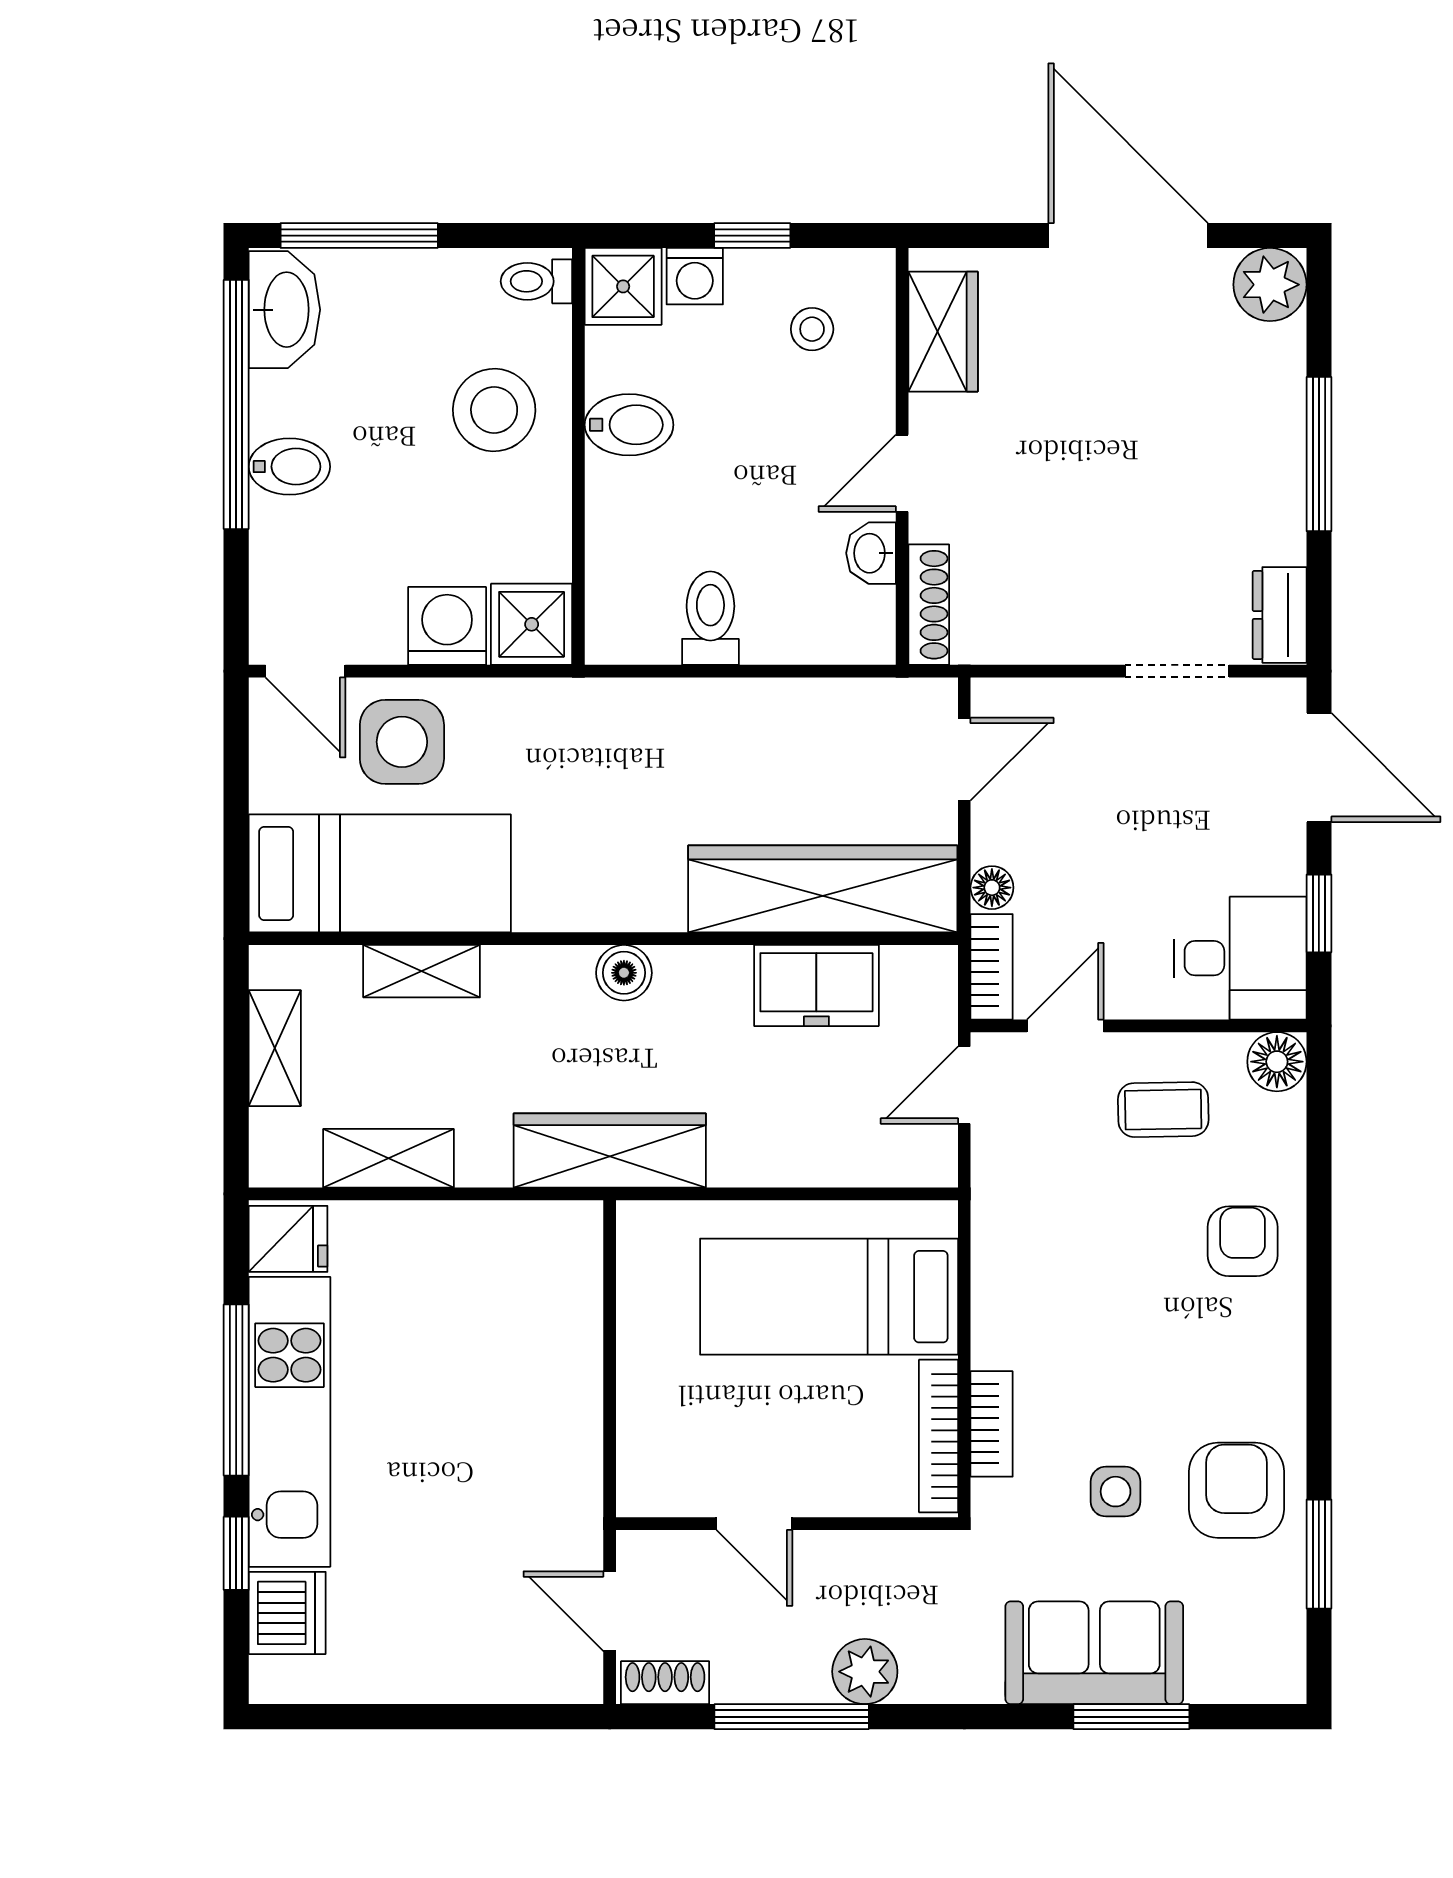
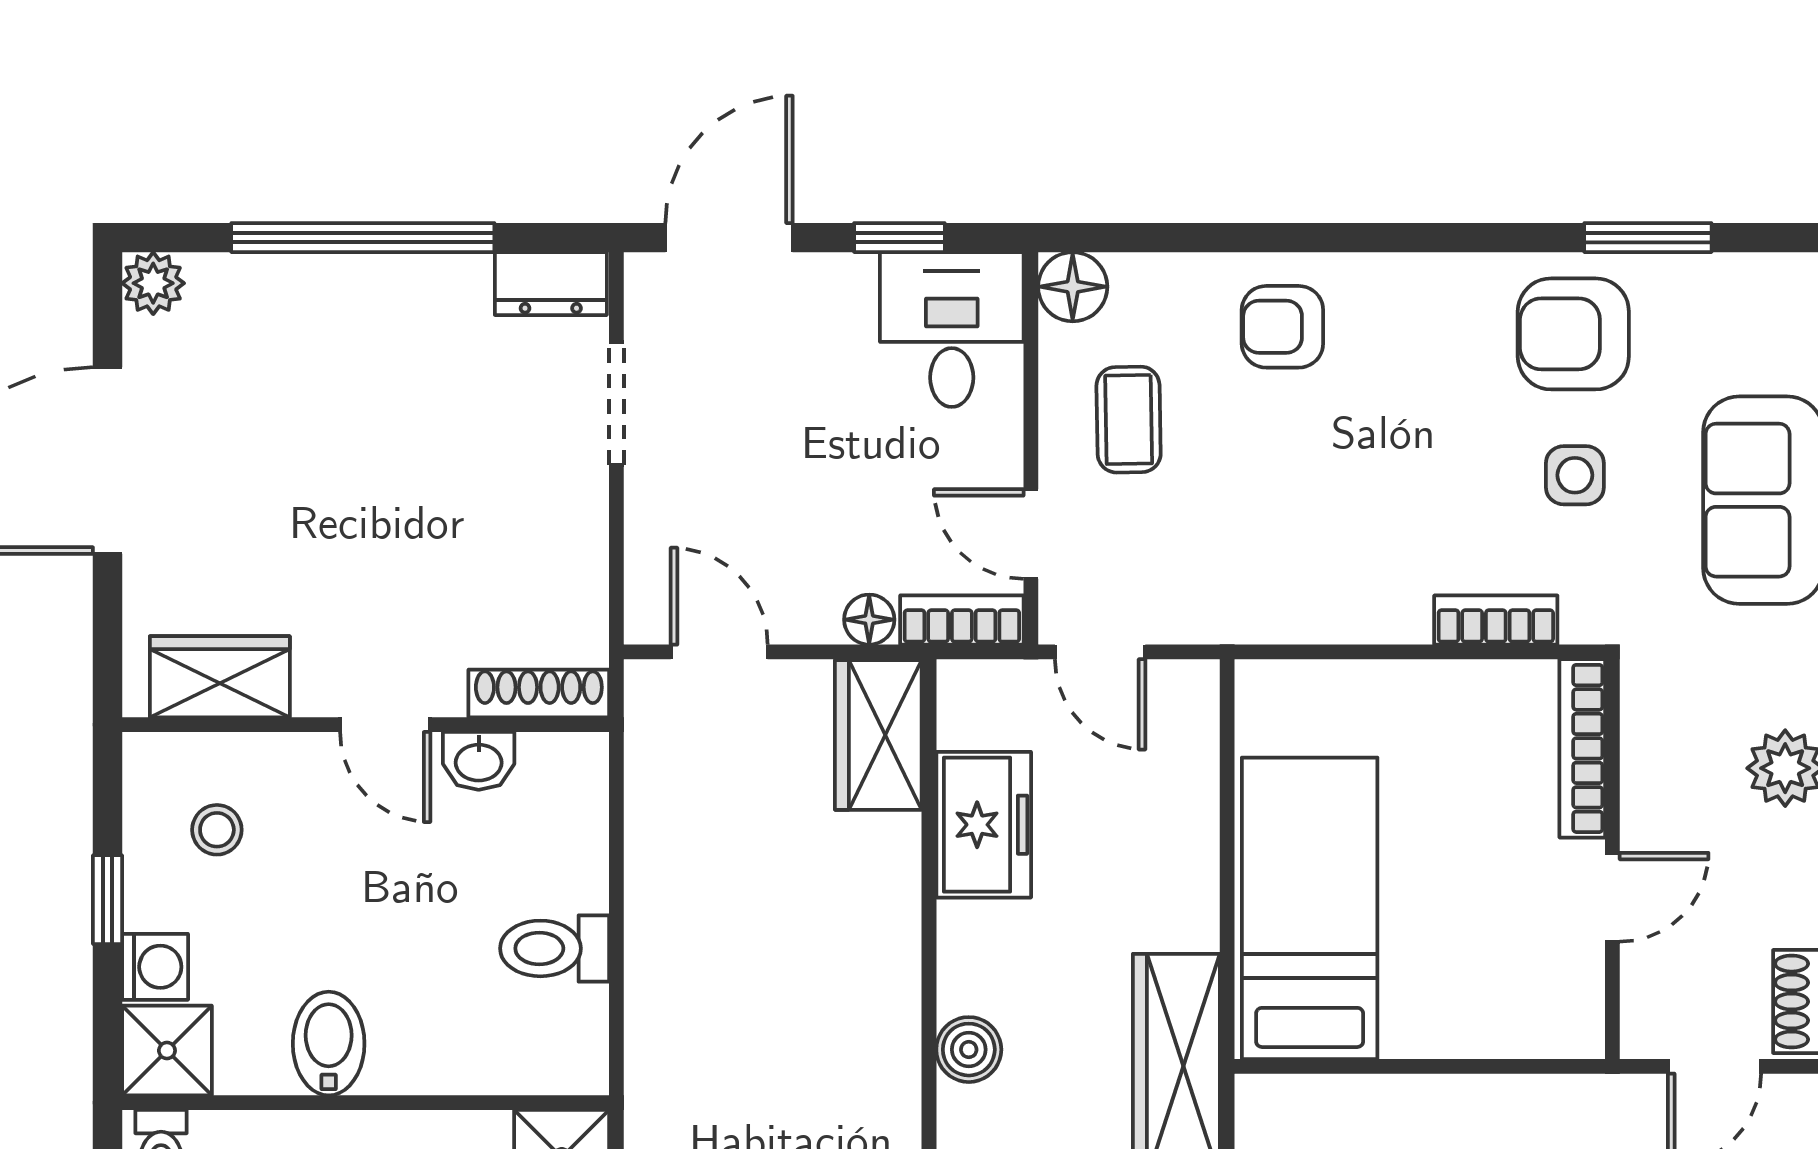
plant: (1270, 285) -> (153, 283), width x0.73, depth x0.73
window: (1319, 454) -> (363, 238), width x1.46
wardrobe: (823, 889) -> (878, 735), width x0.48, depth x0.85
bed: (829, 1297) -> (1310, 908), moved, turned 180
bookcase: (939, 1436) -> (1582, 748), moved, turned 90

